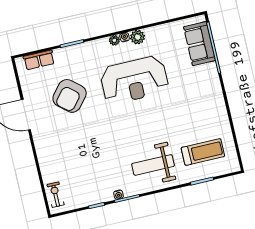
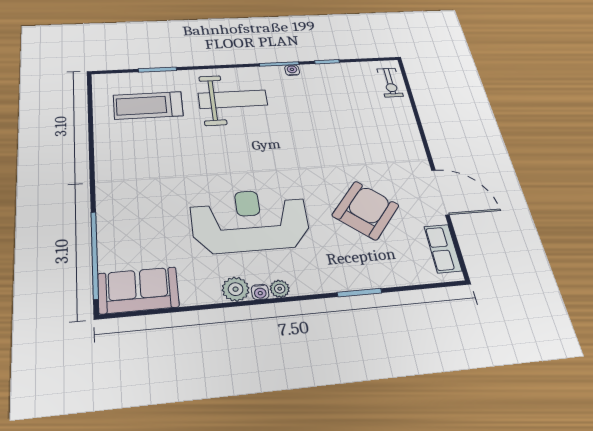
sofa: (199, 44) -> (138, 290), moved, turned -90
row of seats: (39, 60) -> (443, 249), moved, turned -90

